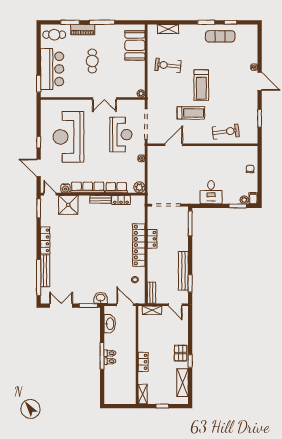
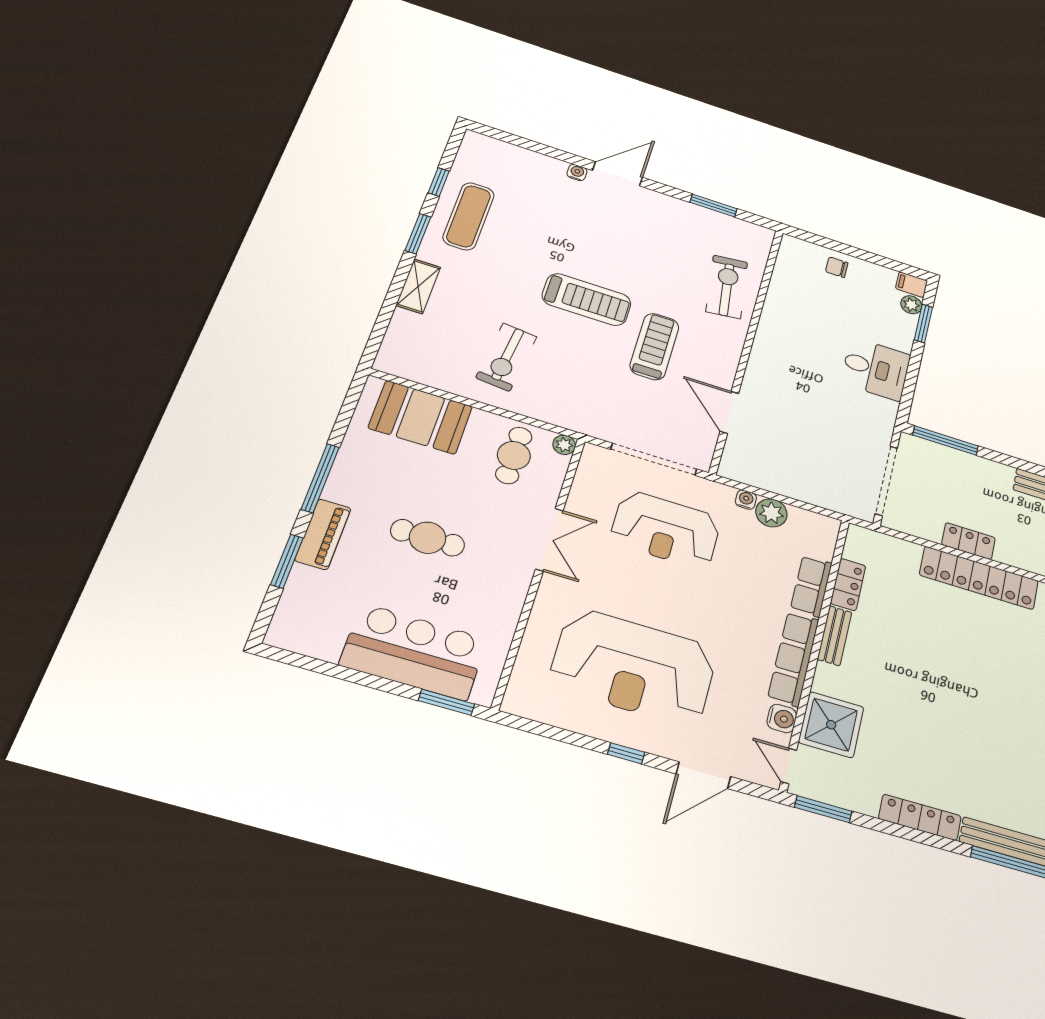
shelving: (168, 29) -> (418, 286), moved
cafe table: (54, 35) -> (514, 455), moved
reception desk: (121, 135) -> (666, 530), turned 180
plant: (139, 187) -> (771, 513), moved
door: (50, 194) -> (789, 766), hinge flipped

